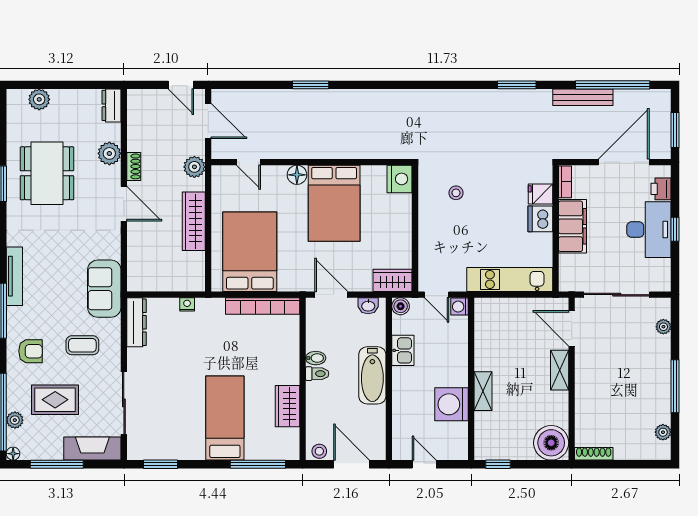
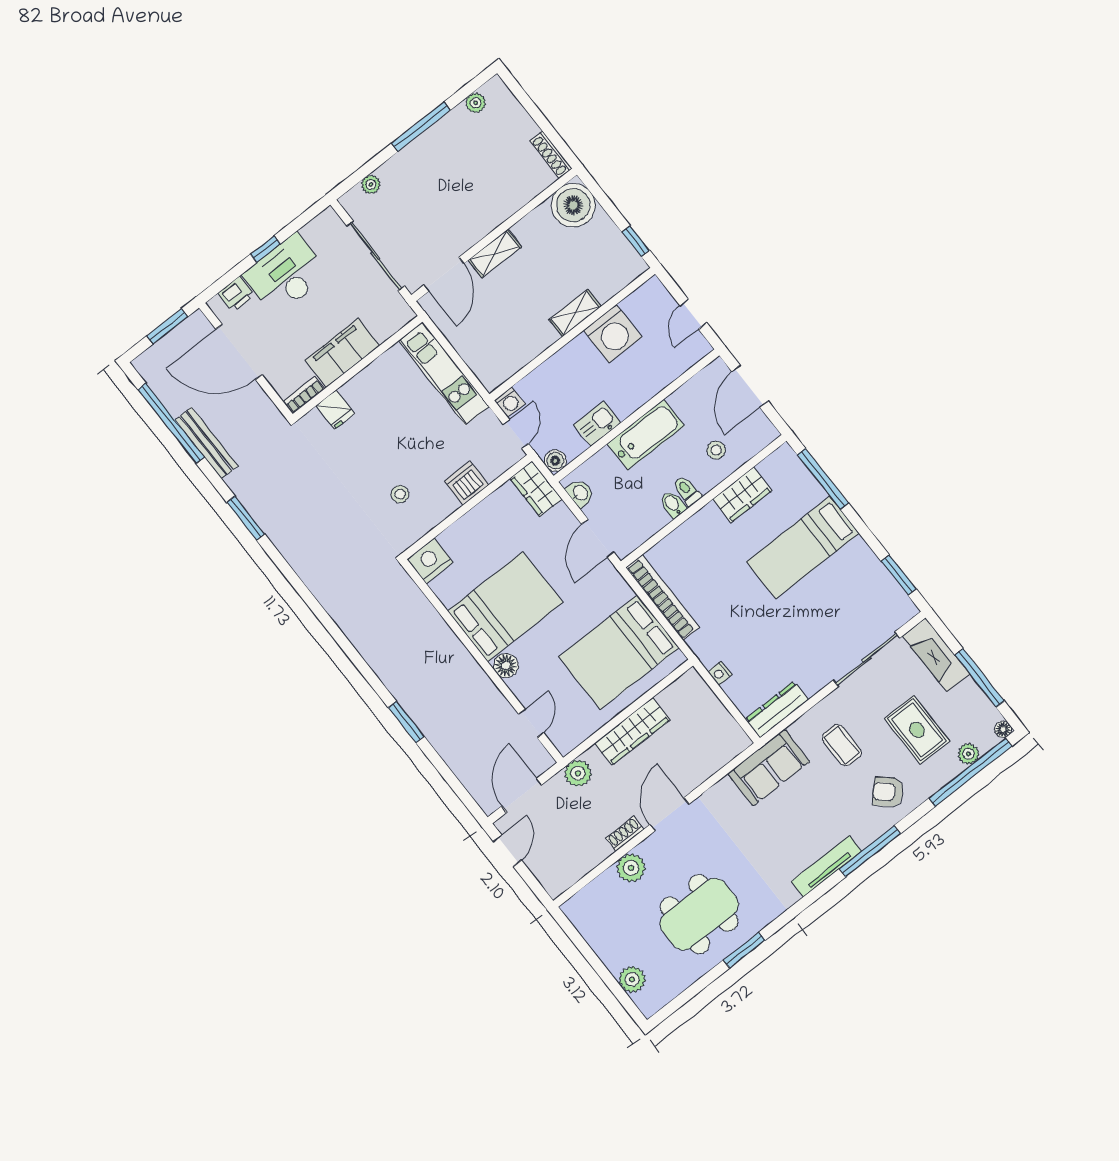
dresser: (112, 105) -> (582, 903), removed
dishwasher: (540, 219) -> (467, 483), moved, turned 180
armchair: (31, 351) -> (888, 792), turned -47
stool: (319, 451) -> (716, 450), moved

